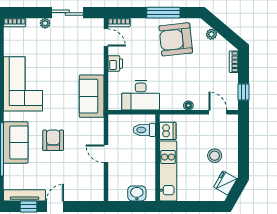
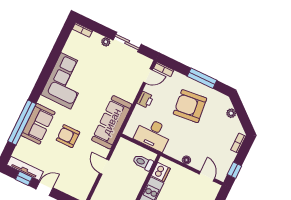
door: (106, 37) -> (148, 76), hinge flipped
armchair: (176, 39) -> (190, 106), moved
sofa: (92, 96) -> (112, 122), width x1.36
armchair: (53, 140) -> (68, 136), turned -90

